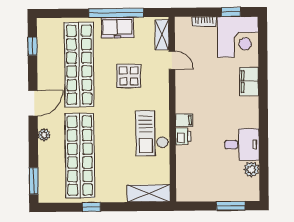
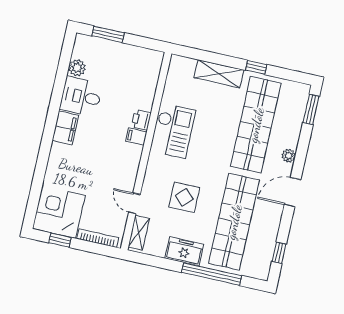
window: (116, 13) -> (212, 274), moved
bookcase: (204, 21) -> (98, 238), width x1.56
filing cabinet: (249, 82) -> (65, 128), moved
shelving: (149, 193) -> (219, 74), moved

